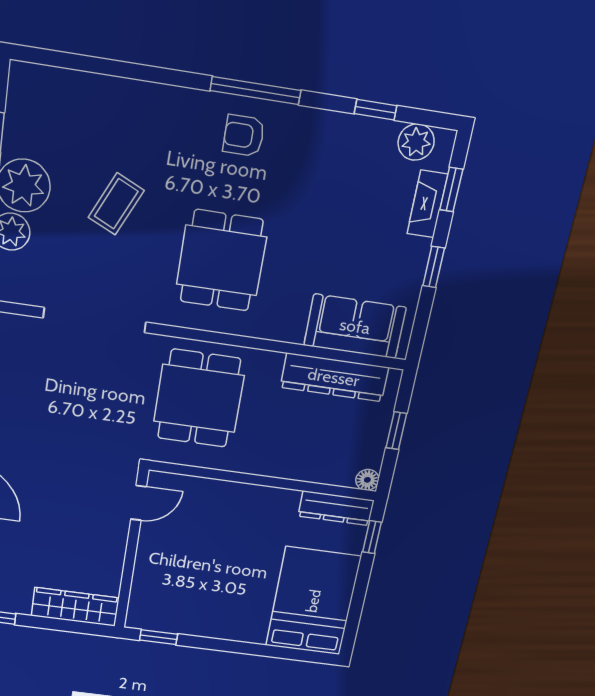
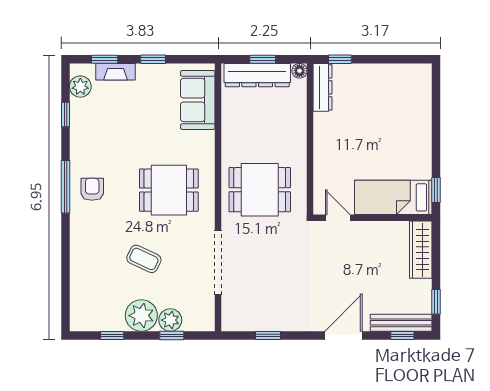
armchair: (244, 136) -> (92, 189), turned 180
dresser: (334, 377) -> (257, 75), moved, turned 90
bed: (313, 601) -> (393, 197), moved, width x0.67

